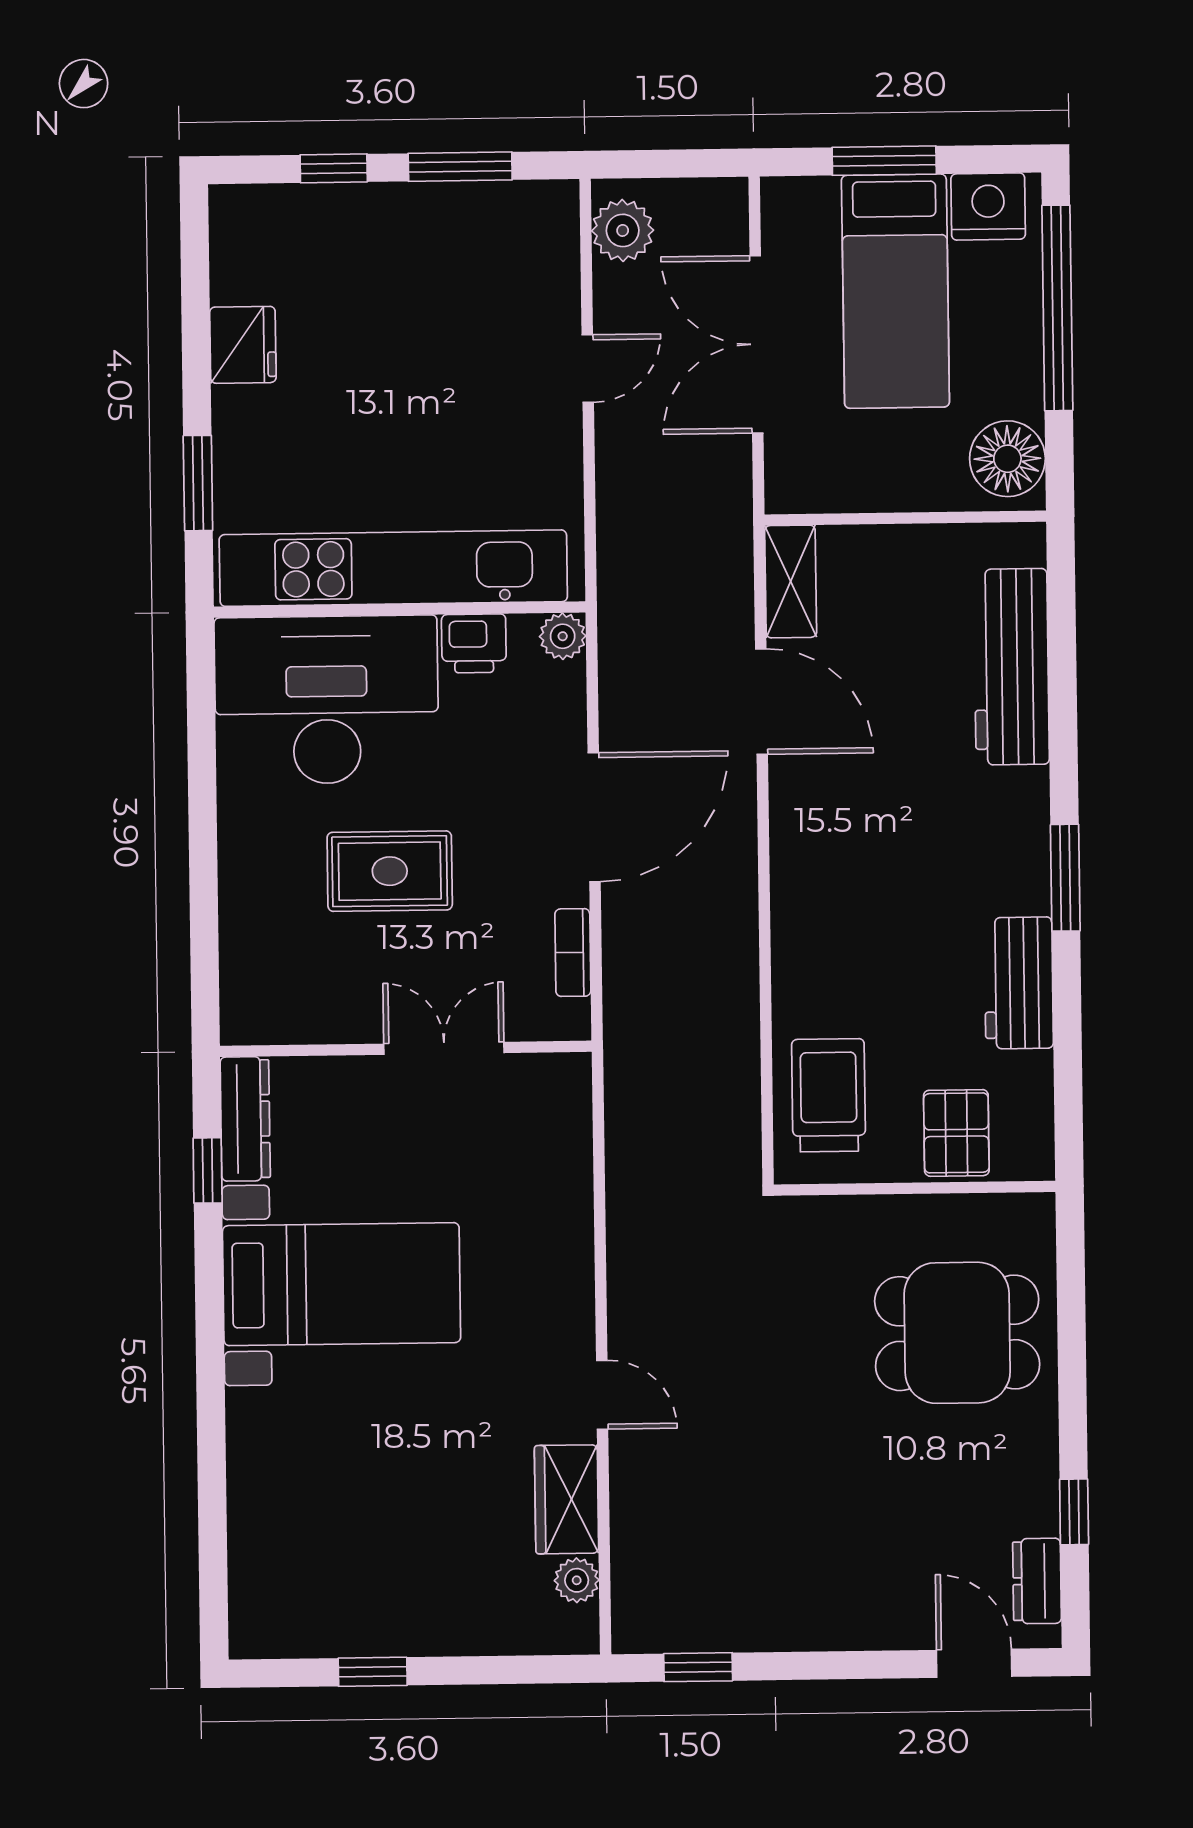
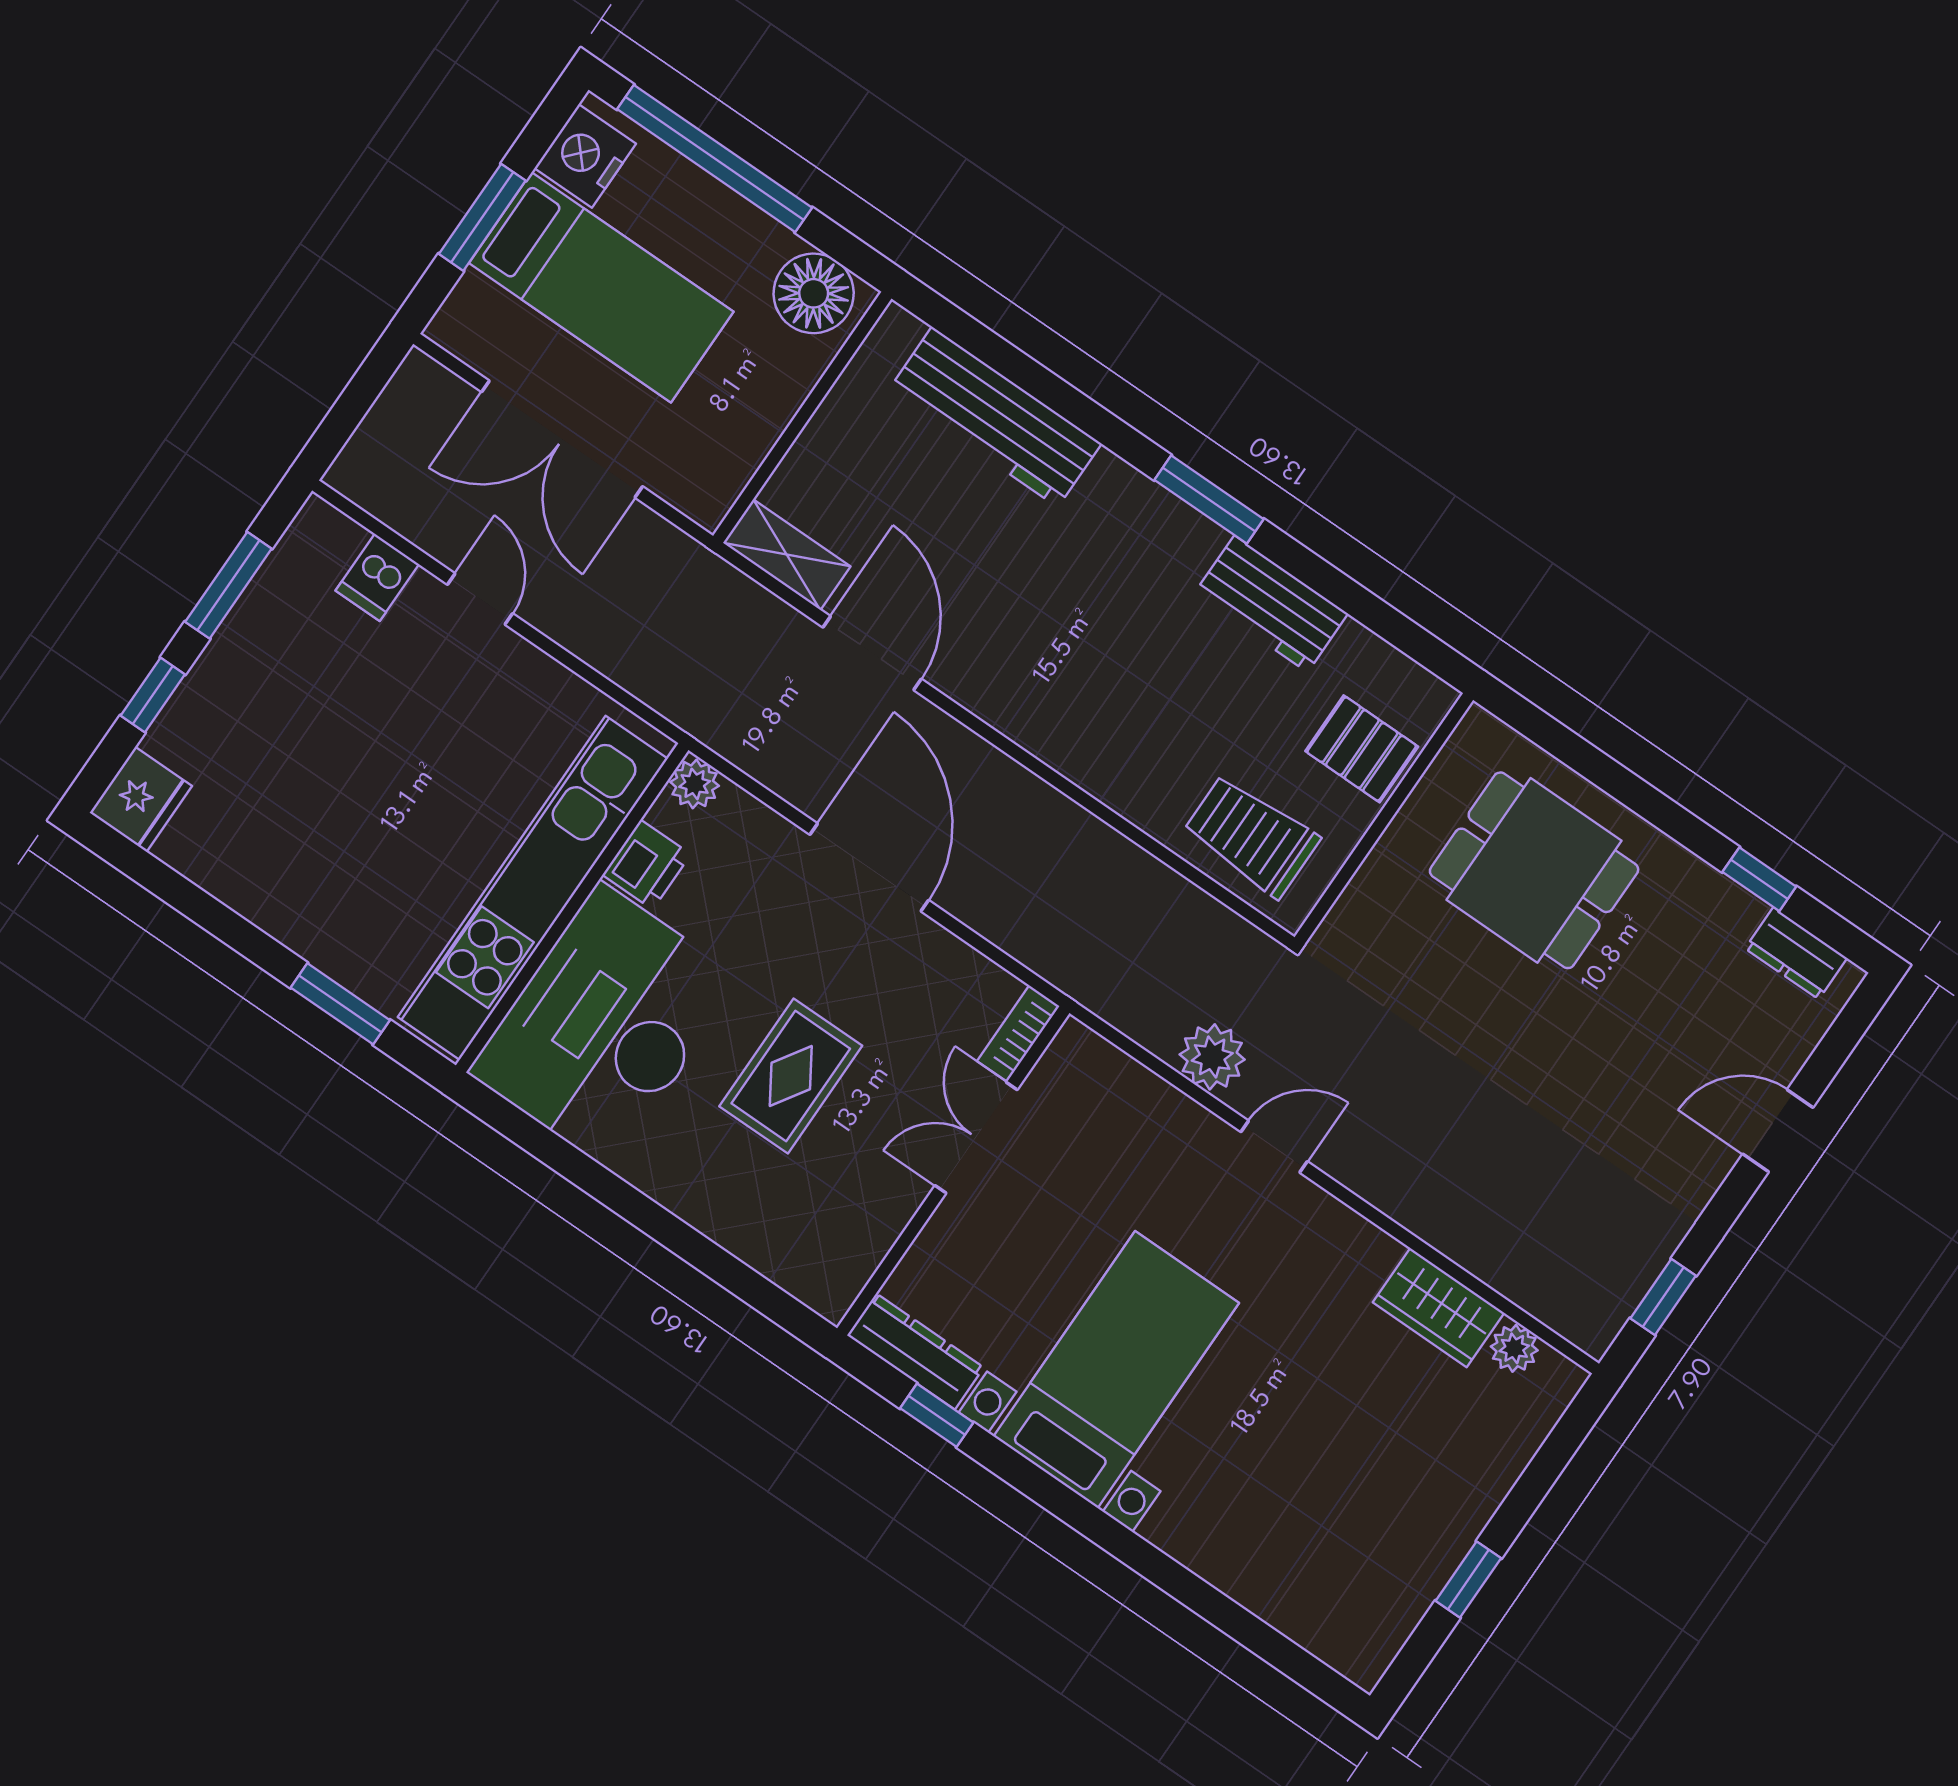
plant: (623, 230) -> (1212, 1057), moved
dishwasher: (548, 277) -> (377, 577), added
fridge: (243, 345) -> (141, 799), moved, turned 90
door: (761, 702) -> (872, 653), hinge flipped
bookcase: (573, 953) -> (1018, 1034), moved, turned 90
dining table: (957, 1333) -> (1534, 870), turned 90
door: (602, 1395) -> (1274, 1147), moved
door: (974, 1663) -> (1778, 1131), moved

